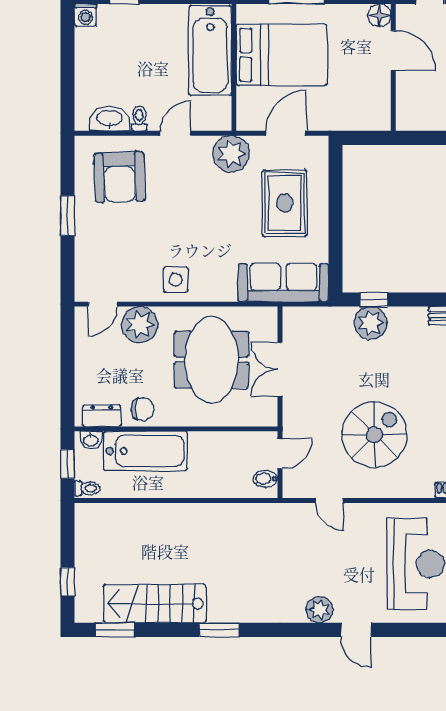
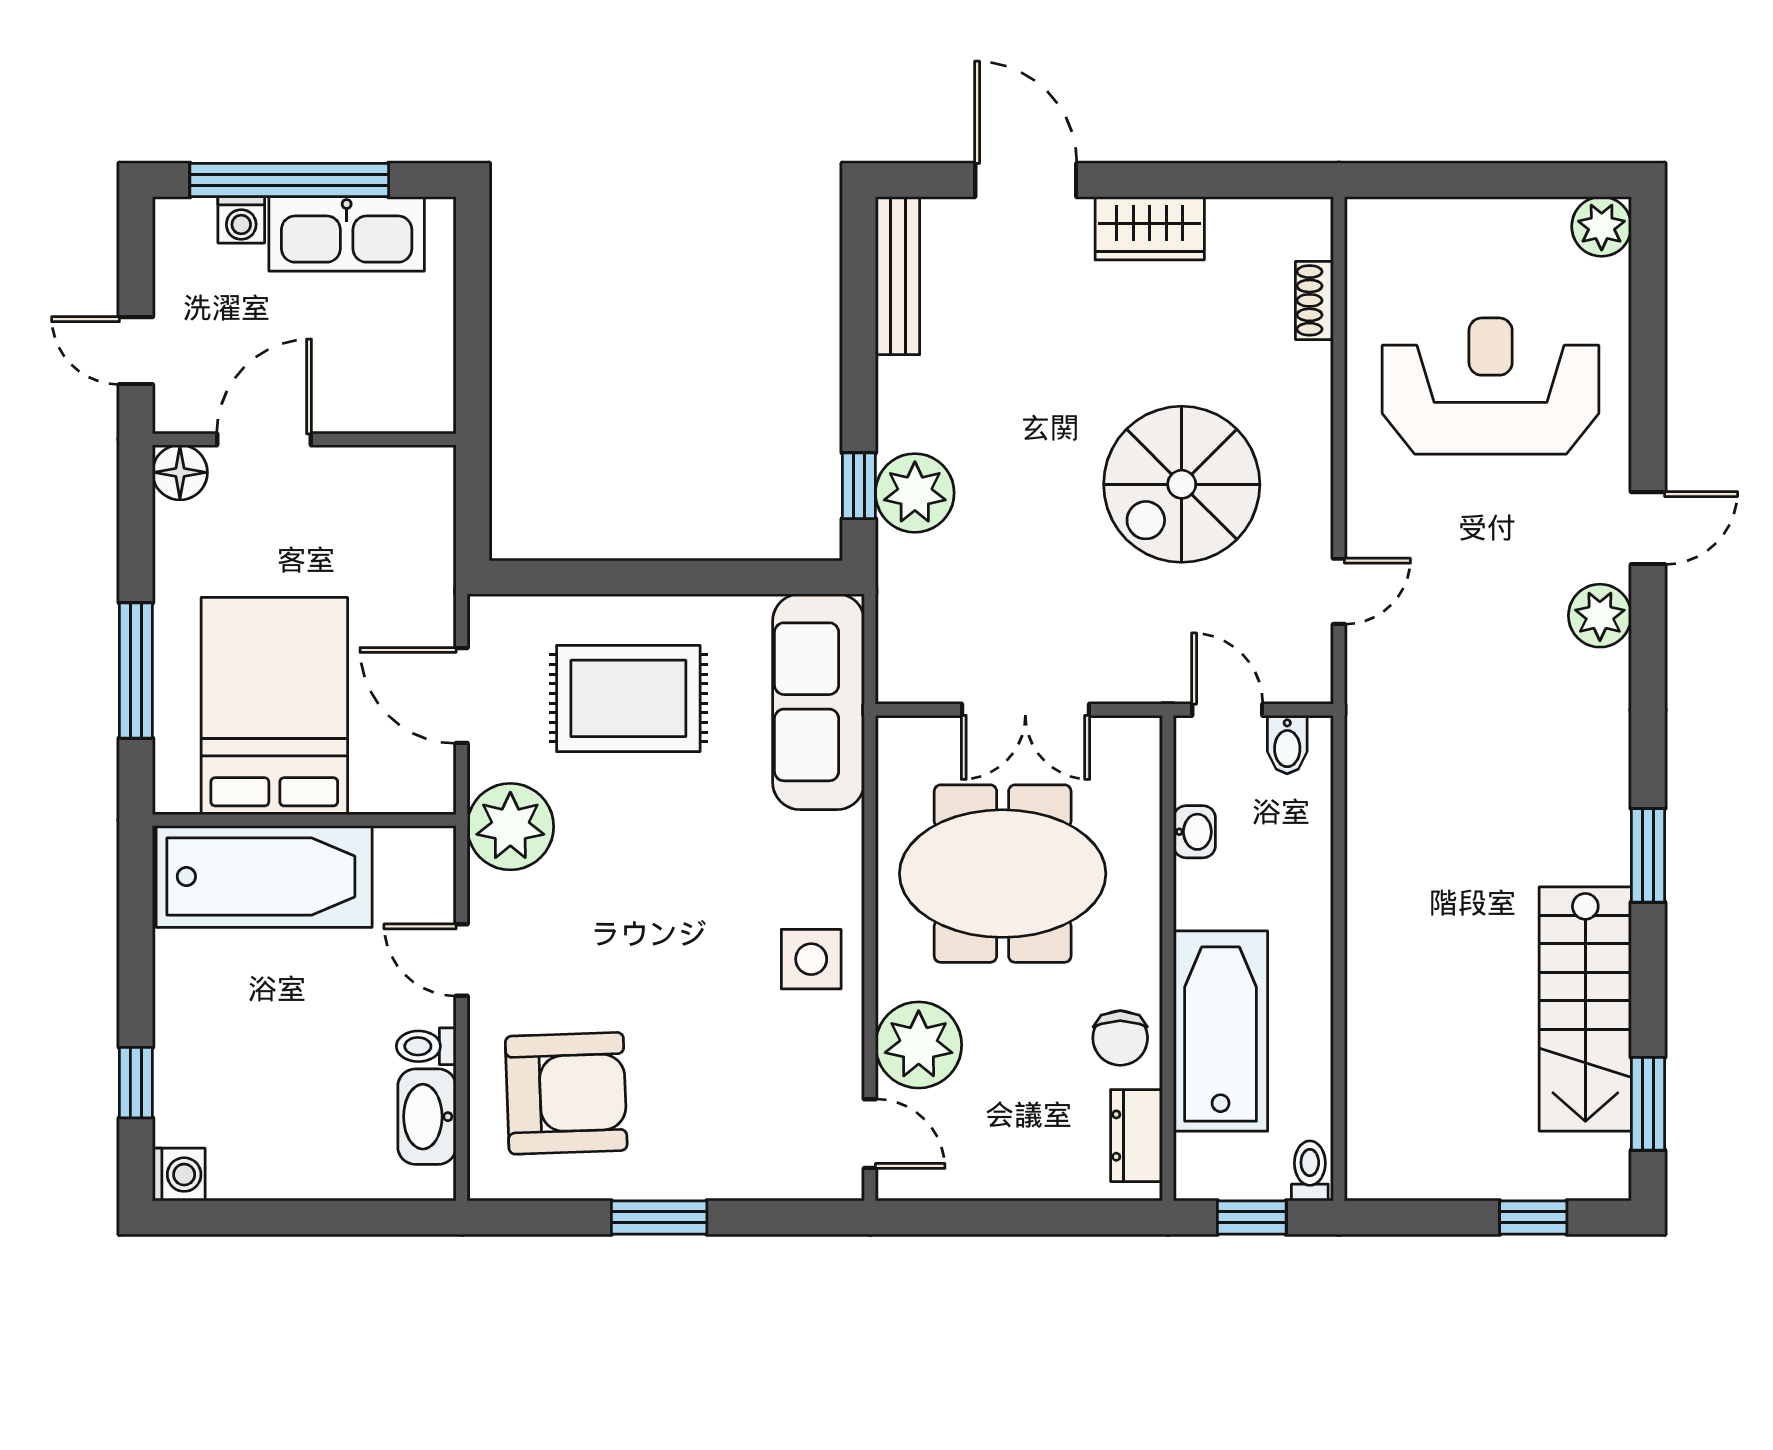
chair: (143, 409) -> (1120, 1038), turned 180
spiral stairs: (374, 435) -> (1182, 484), turned -90
washbasin: (91, 440) -> (1194, 832), moved

